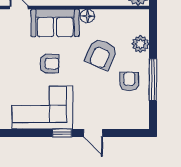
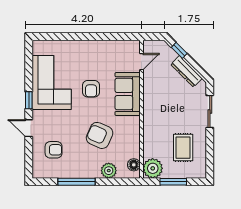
floor lamp: (87, 16) -> (134, 165), moved
armchair: (129, 81) -> (54, 150), moved
door: (93, 133) -> (29, 128), hinge flipped

